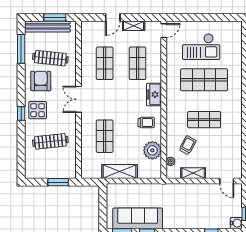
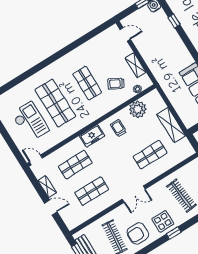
door: (227, 181) -> (125, 34), hinge flipped

